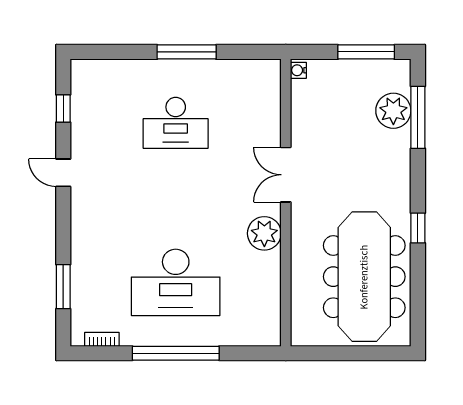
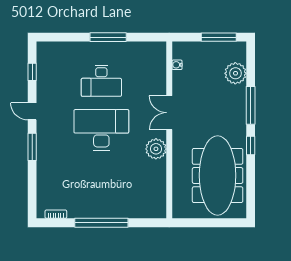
water cooler: (298, 70) -> (177, 65), moved
window: (418, 117) -> (251, 105), moved
desk: (176, 282) -> (101, 130), moved, turned 180
window: (63, 287) -> (32, 147), moved

